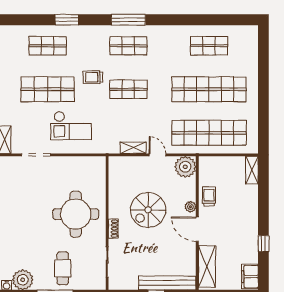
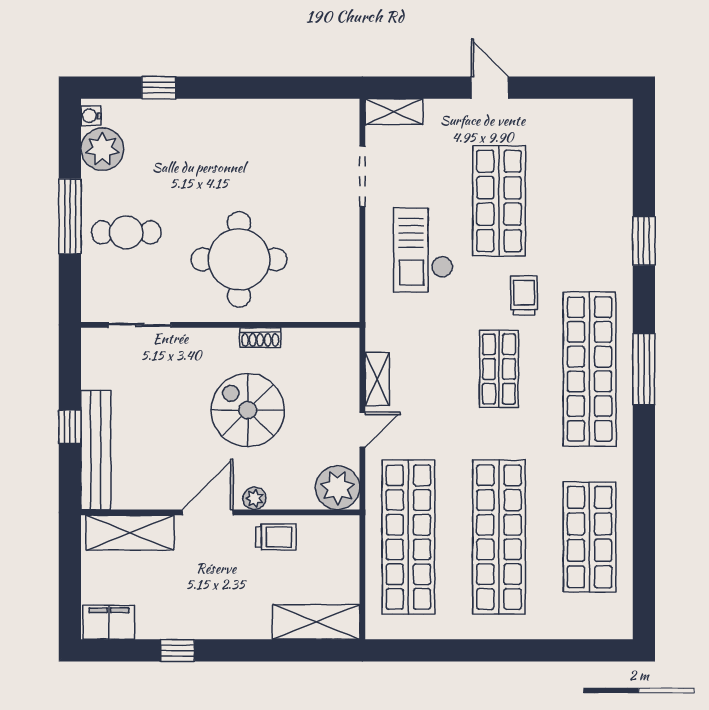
shop shelf: (48, 46) -> (590, 201), removed
shop shelf: (128, 46) -> (590, 369), width x2.00, depth x1.36
shop shelf: (209, 46) -> (590, 537), width x1.43, depth x1.36
shelving: (252, 170) -> (316, 622), width x1.50, depth x1.33
shoe rack: (113, 229) -> (260, 338), moved

